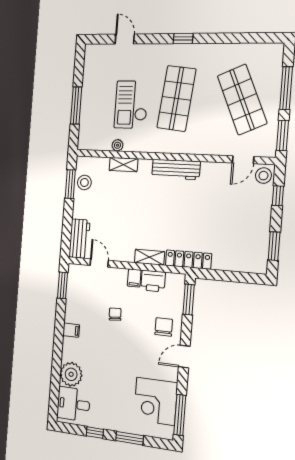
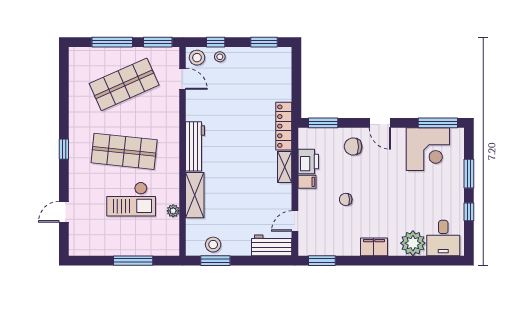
shelving: (123, 165) -> (195, 195), width x1.50, depth x1.33
stool: (263, 199) -> (220, 57), added
filing cabinet: (71, 330) -> (374, 247), width x2.00

